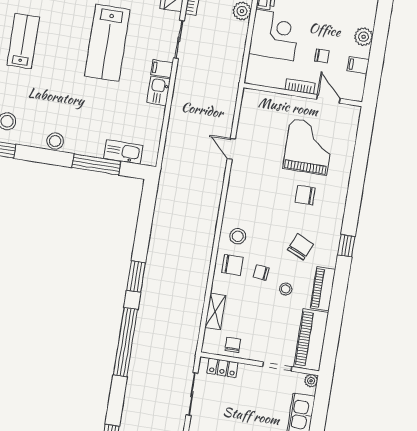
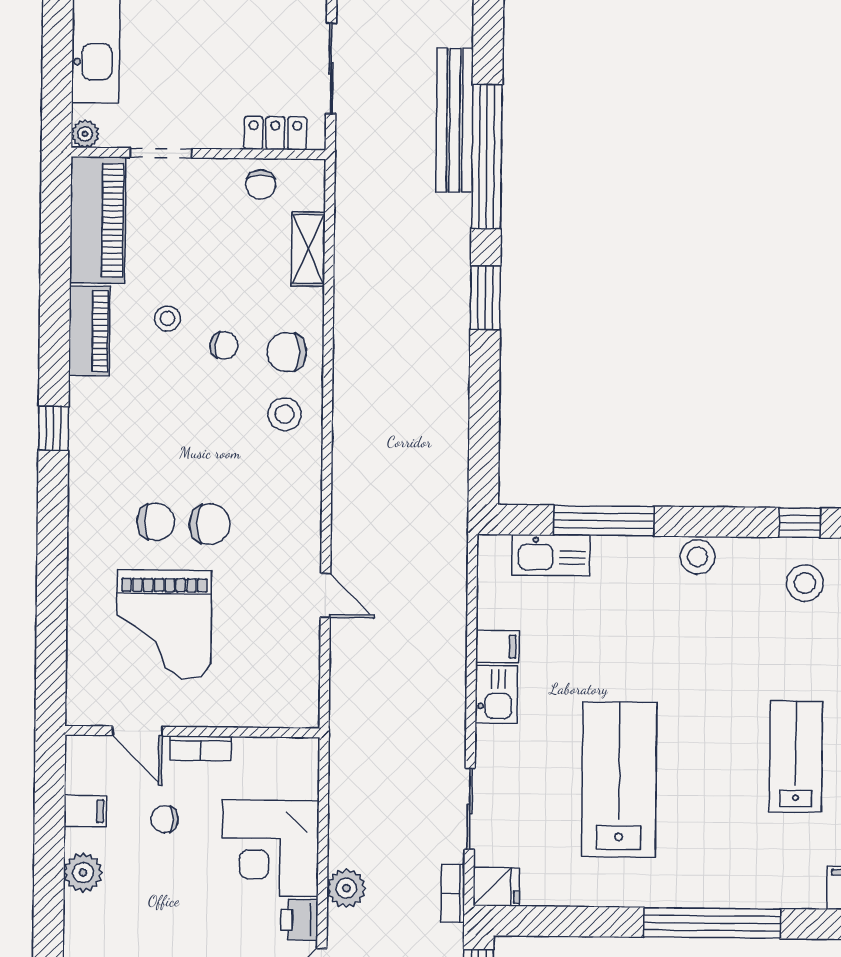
lab bench: (23, 41) -> (796, 757), turned 180
filing cabinet: (162, 69) -> (497, 646), moved
chair: (301, 247) -> (210, 524), moved, turned -114
bench: (138, 361) -> (455, 120), added

